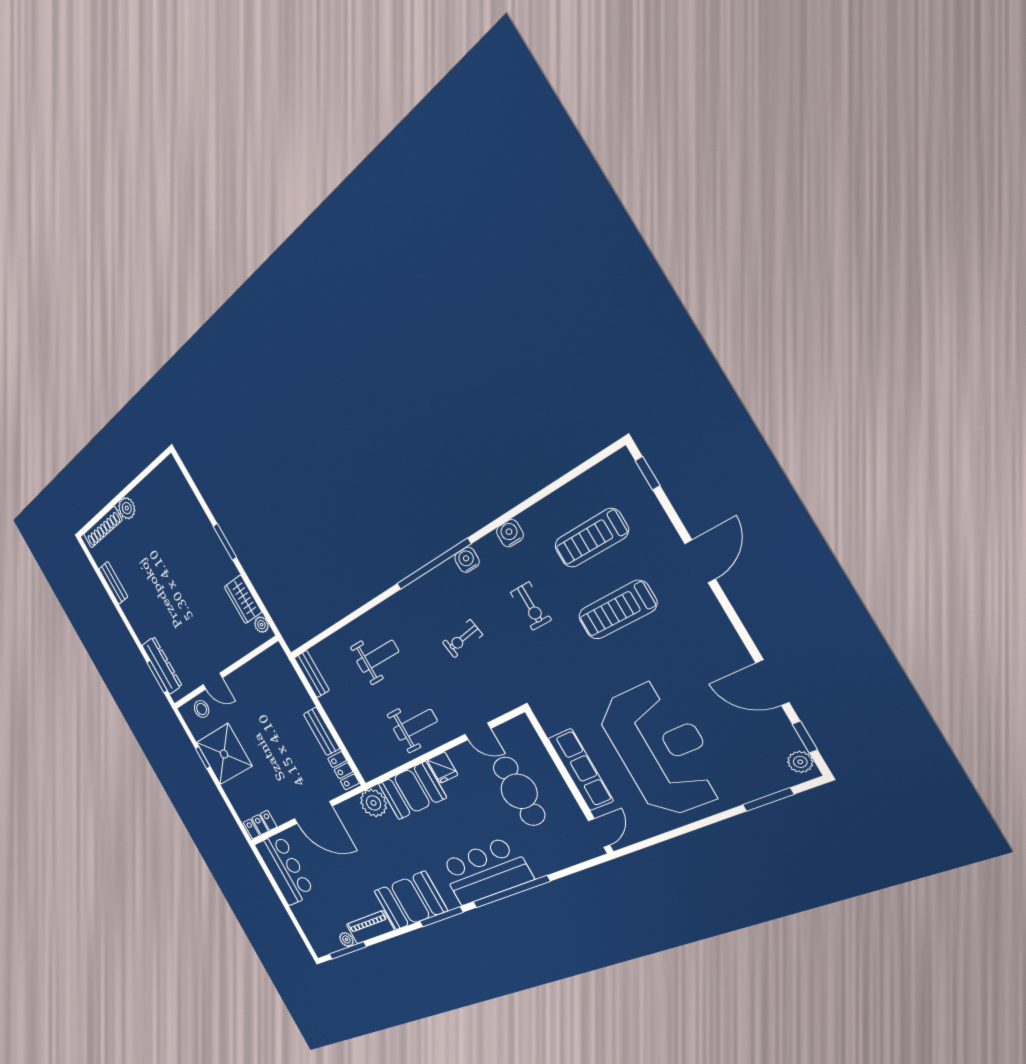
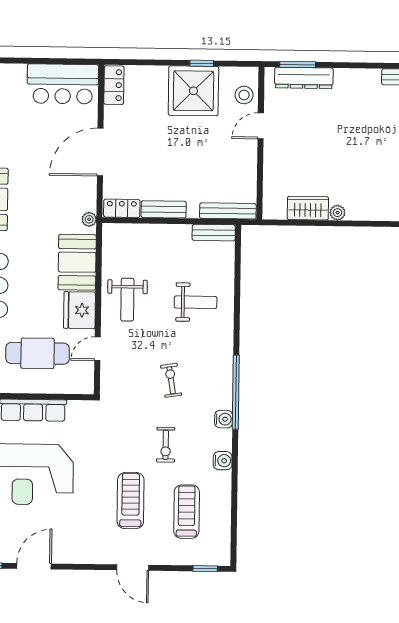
window: (225, 542) -> (362, 224), removed
exercise bike: (531, 606) -> (166, 445), turned -90
plant: (261, 625) -> (337, 213), moved
weight bench: (377, 656) -> (196, 302), turned -90
bench: (288, 671) -> (228, 211), added
fridge: (443, 768) -> (79, 310), width x1.88, depth x1.34
plant: (373, 803) -> (89, 219), width x0.53, depth x0.53

